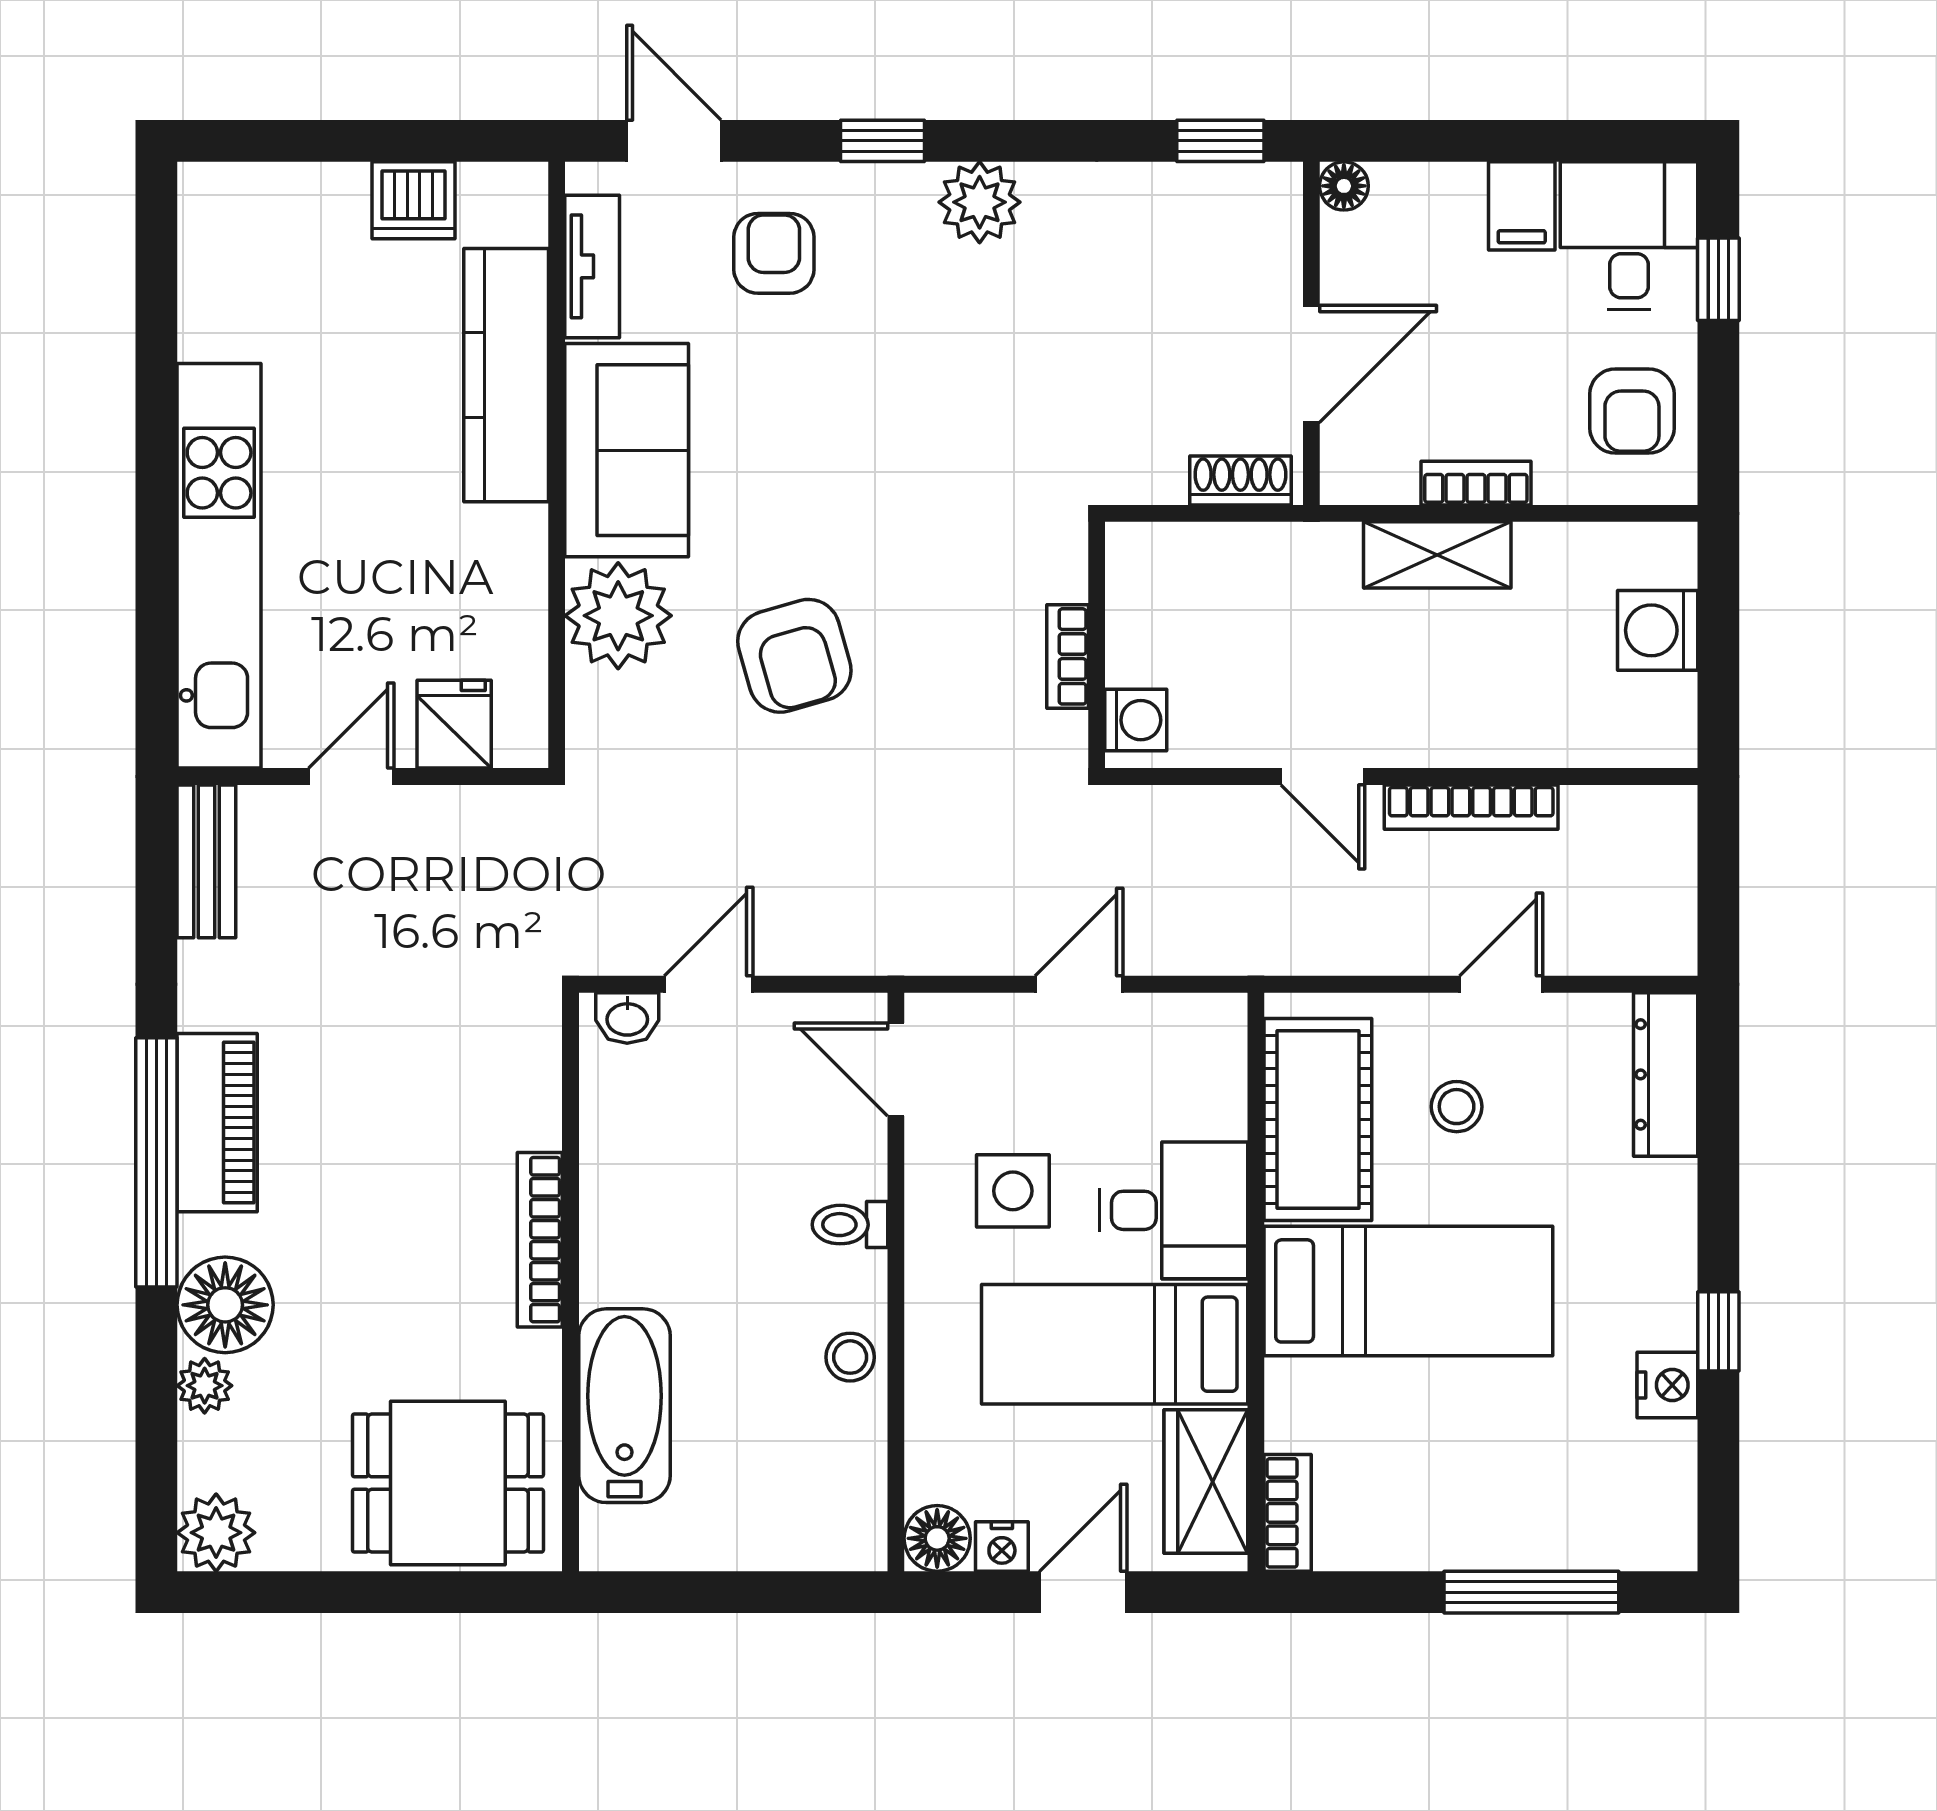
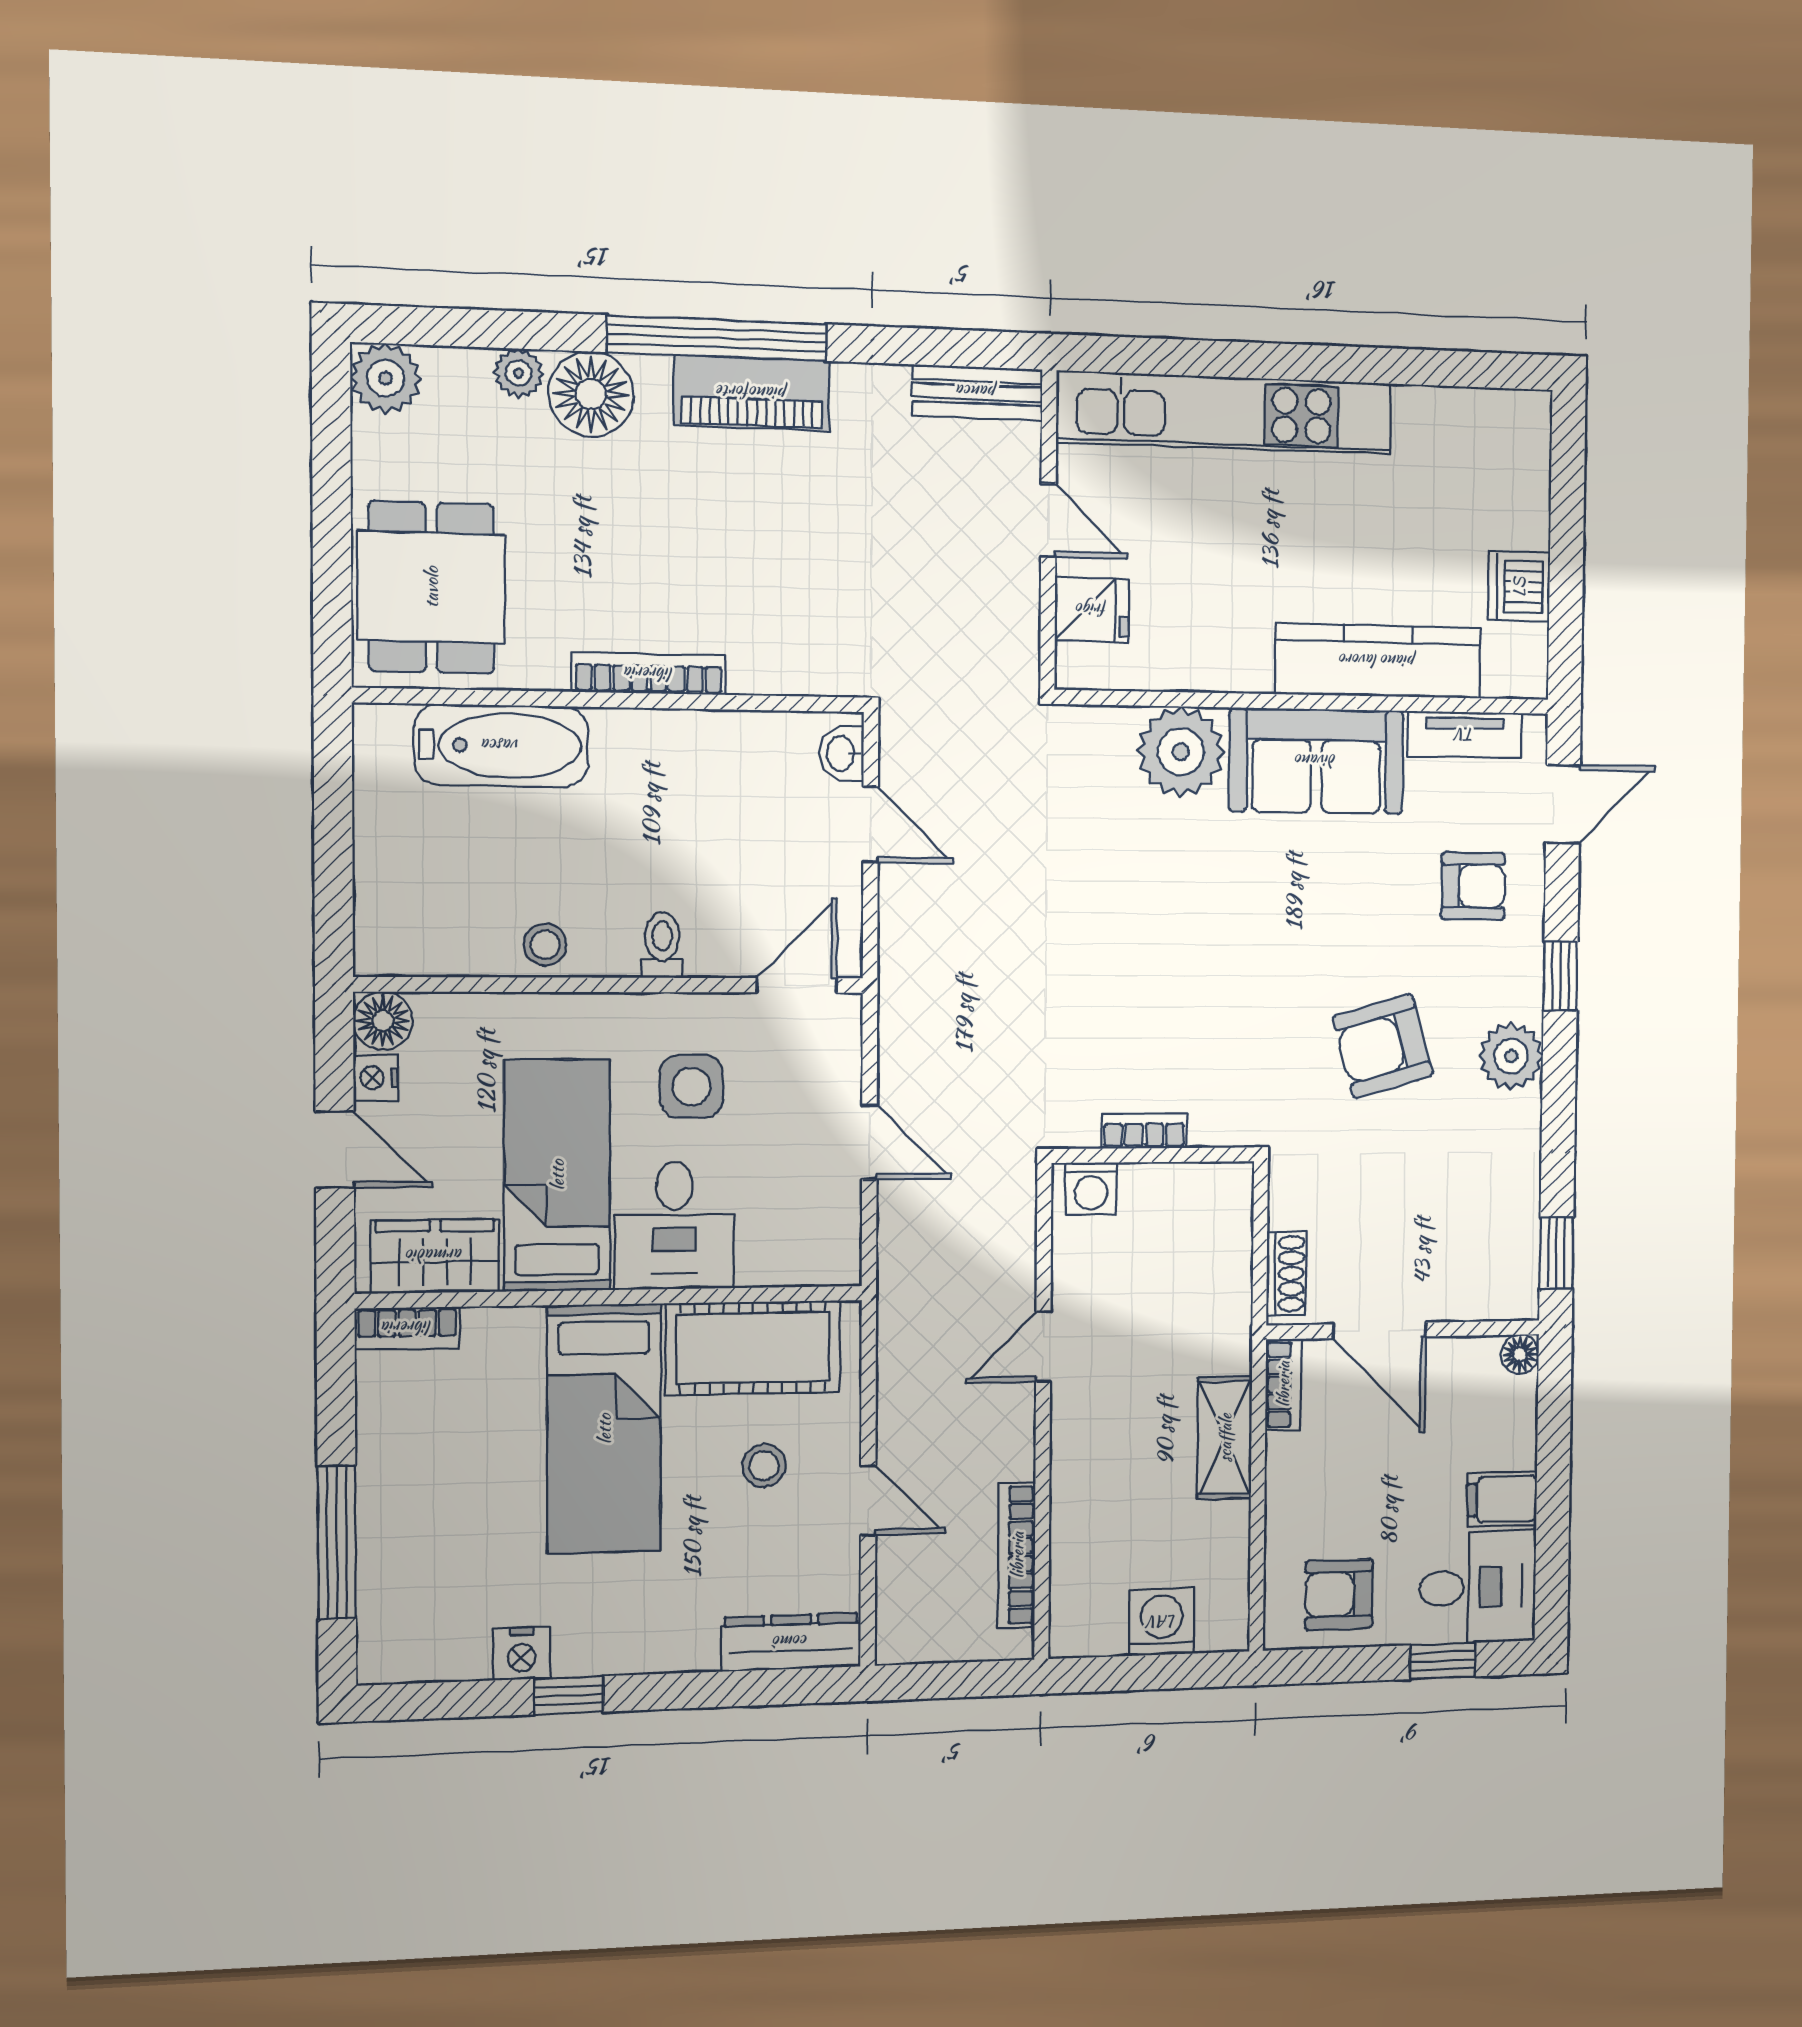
bookcase: (1476, 483) -> (1283, 1384), moved
armchair: (794, 656) -> (1383, 1046), moved
bookcase: (1471, 807) -> (1017, 1555), moved

